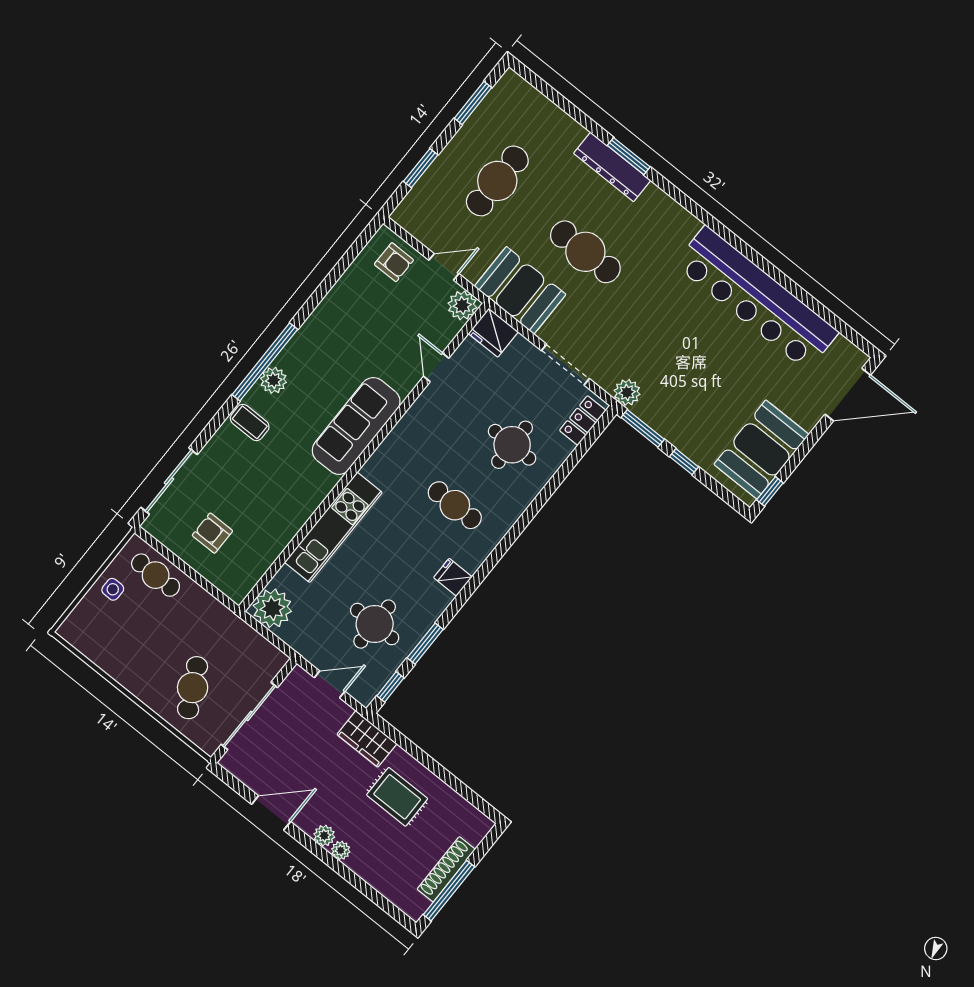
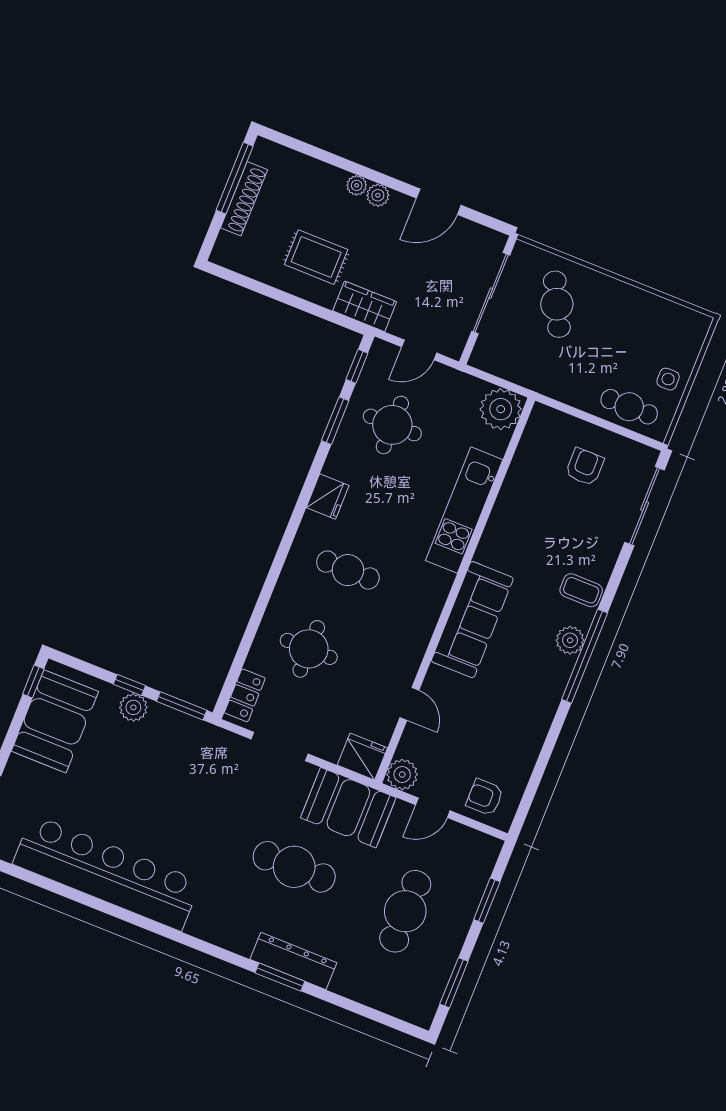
plant: (627, 392) -> (133, 707), moved
armchair: (212, 533) -> (585, 467), turned -90
fridge: (453, 577) -> (328, 497), width x1.38

